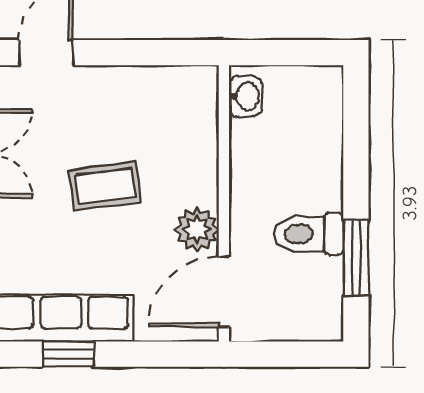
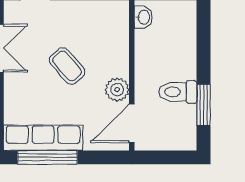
coffee table: (105, 186) -> (67, 66), turned 56
window: (68, 354) -> (47, 157), width x2.17

